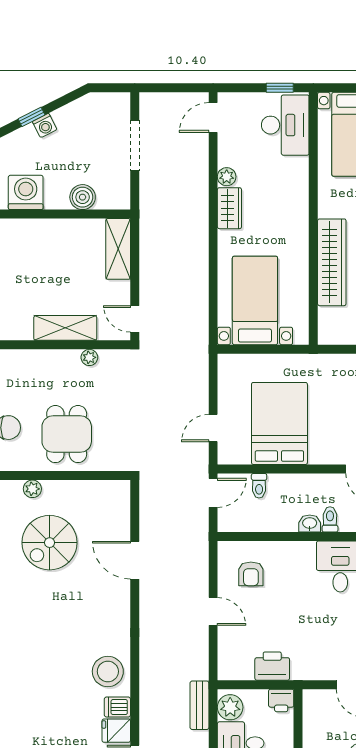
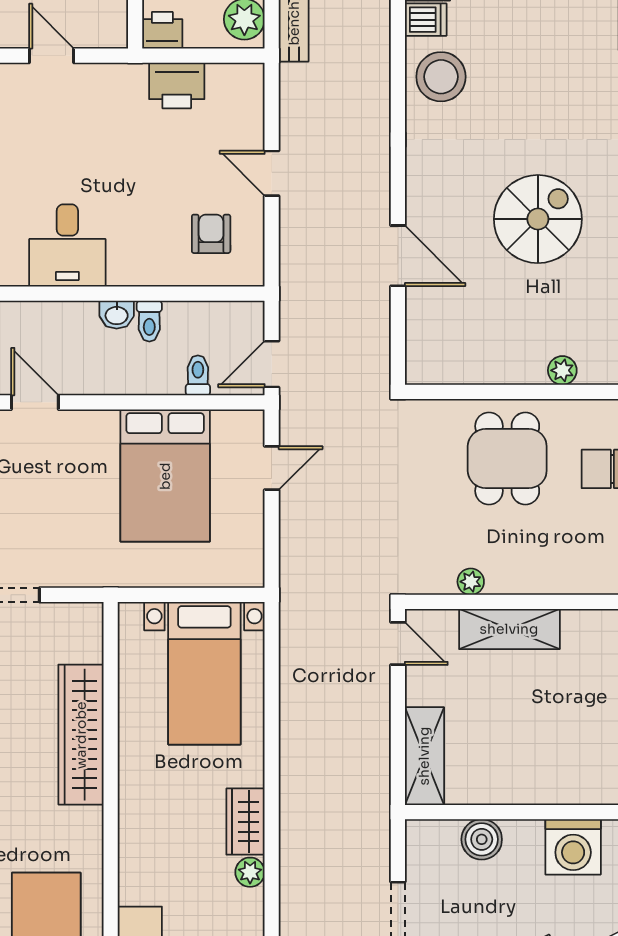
toilet: (330, 519) -> (149, 321), moved
spiral stairs: (50, 543) -> (538, 219), moved

